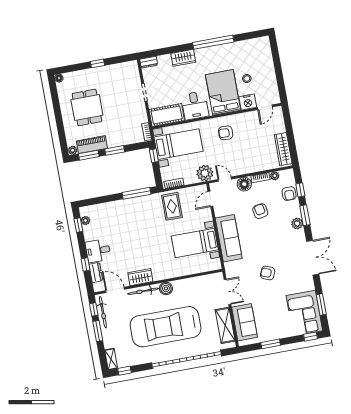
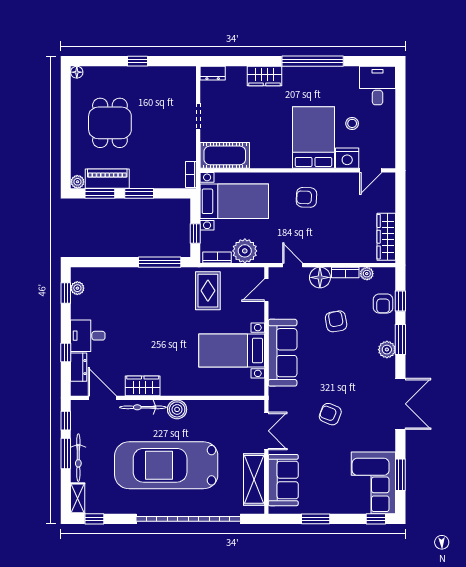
desk: (195, 106) -> (378, 86), moved, turned 180
window: (154, 156) -> (195, 234), moved
plant: (205, 173) -> (245, 251), moved
bicycle: (103, 312) -> (78, 458), moved

